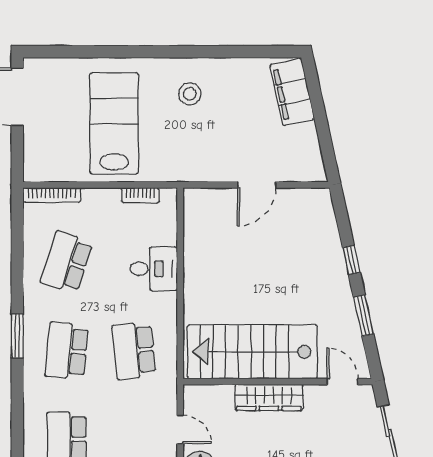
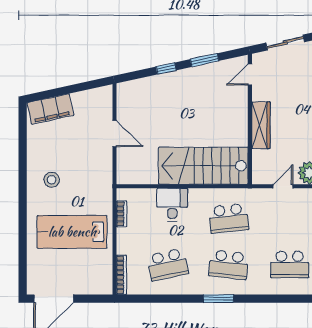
school desk: (67, 262) -> (168, 265), turned -30
stairs: (252, 352) -> (203, 166), moved, turned 90

